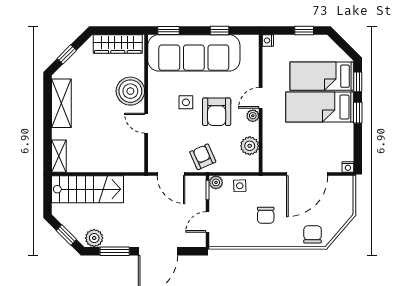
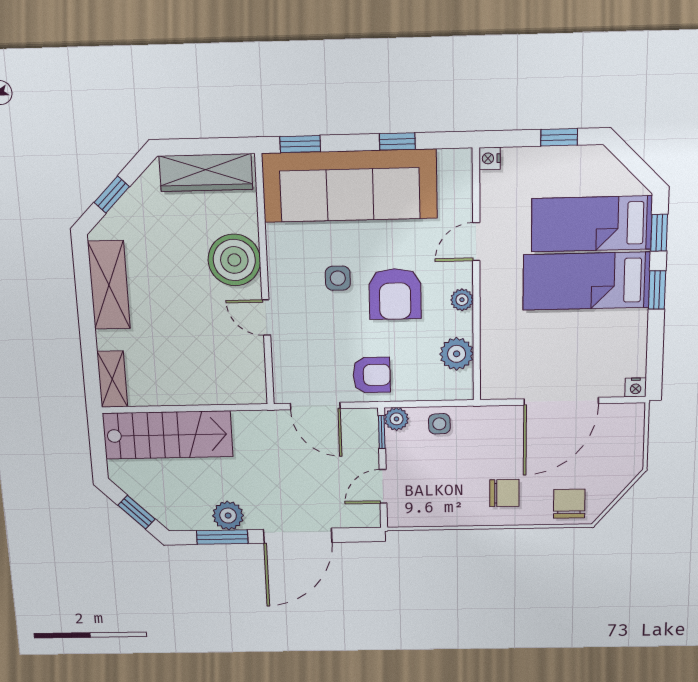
door: (261, 98) -> (476, 242), moved
armchair: (203, 157) -> (372, 375), turned 114
chair: (266, 215) -> (504, 493), moved, turned -90
plant: (94, 238) -> (228, 516), moved

